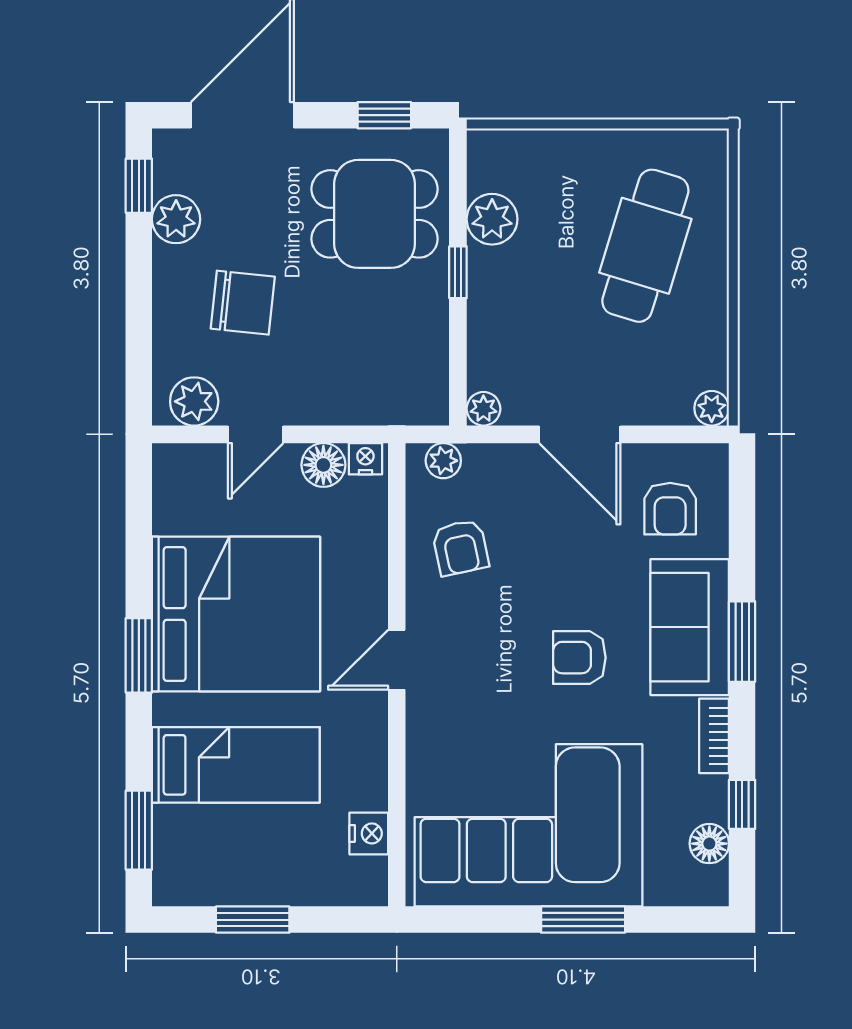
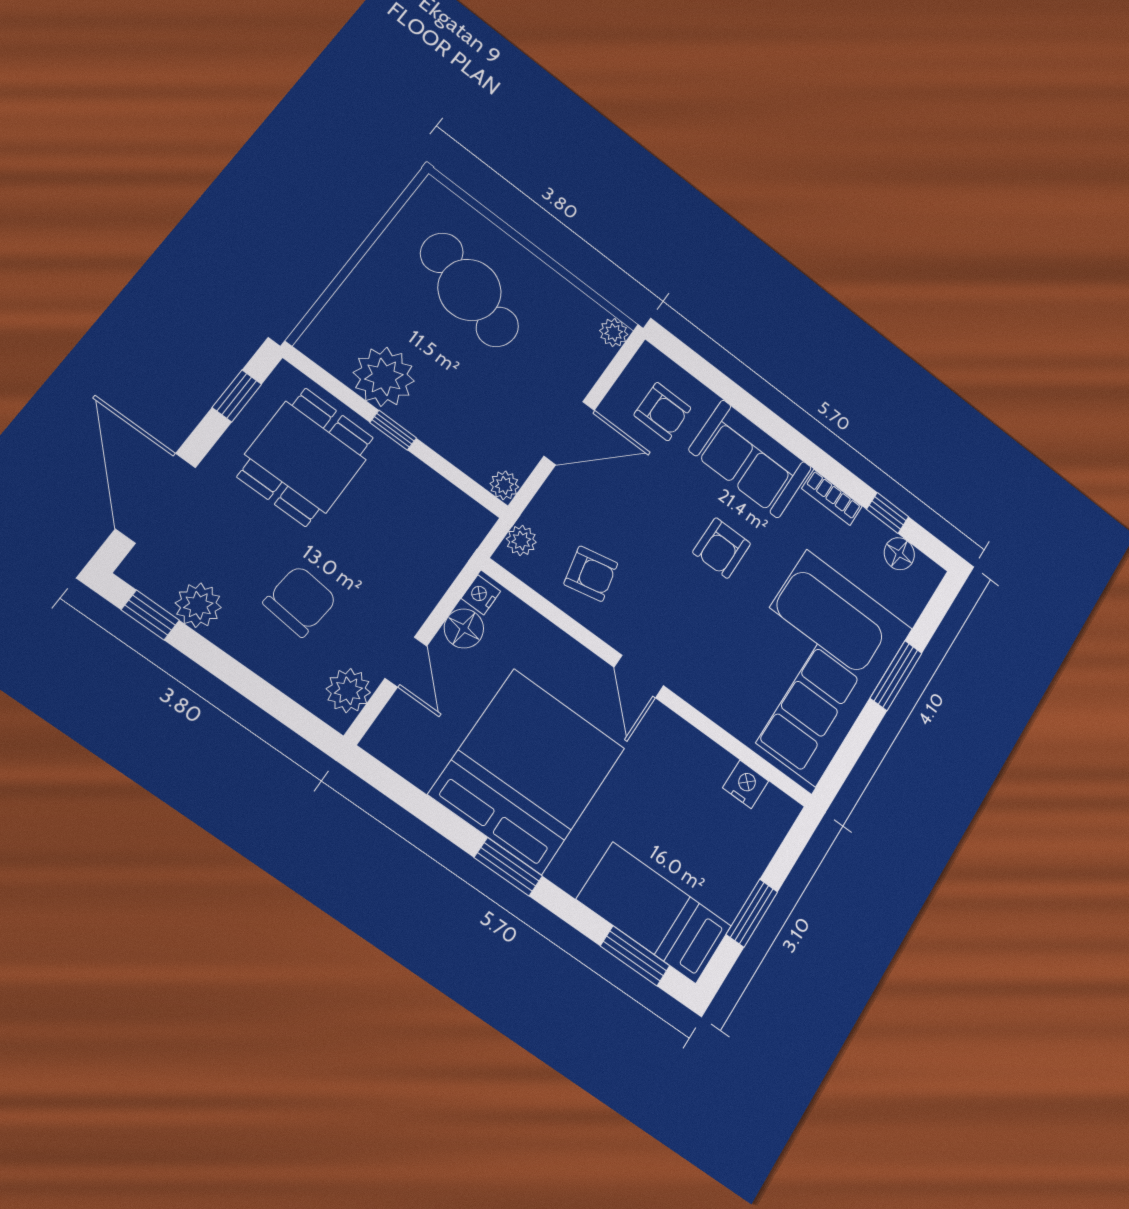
plant: (492, 219) -> (384, 377), width x1.36, depth x1.36
window: (742, 642) -> (783, 432), removed
bed: (236, 765) -> (654, 913), moved, turned -90

